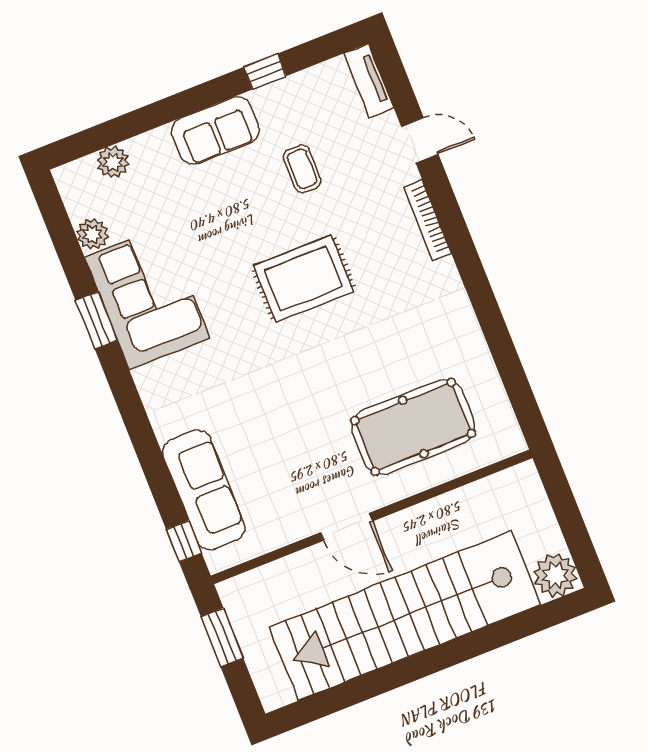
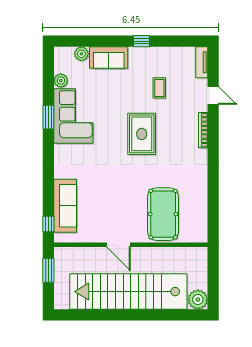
window: (265, 72) -> (142, 41), moved
sofa: (215, 130) -> (109, 58), moved
rug: (303, 279) -> (142, 134), turned 90
pool table: (413, 427) -> (163, 214), turned 90

